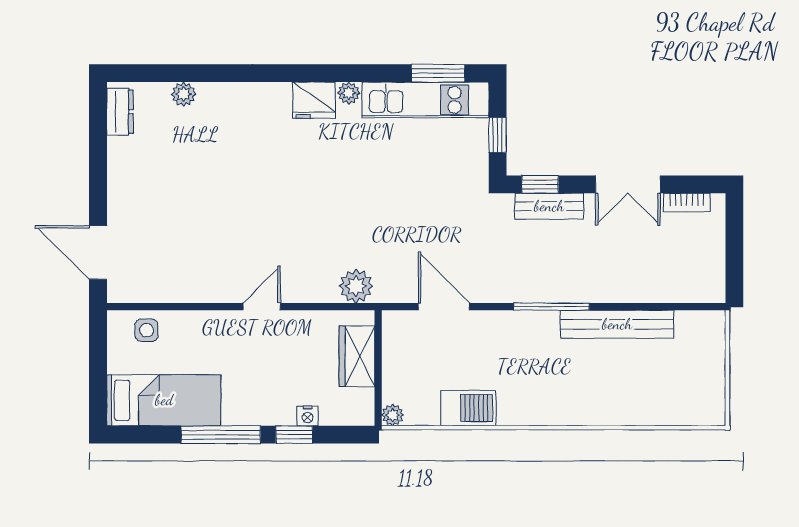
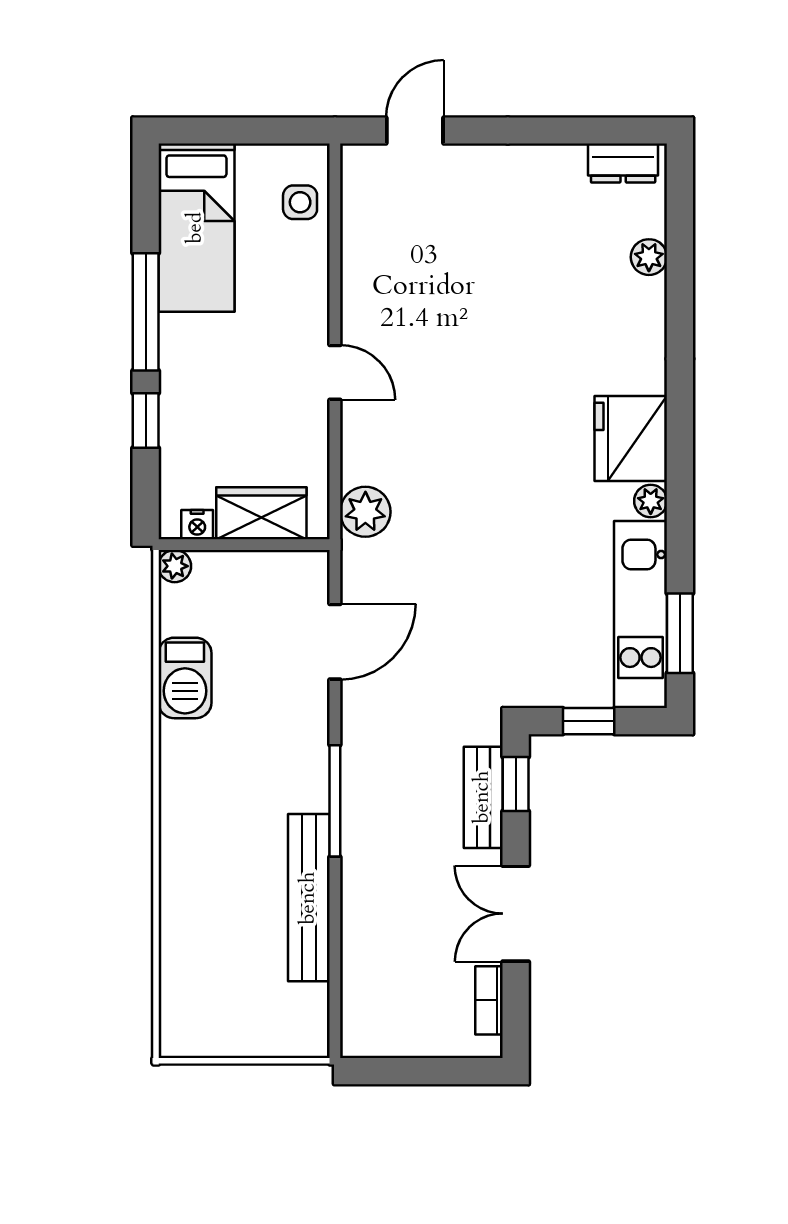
fridge: (314, 100) -> (631, 439), width x1.36, depth x1.34
door: (98, 253) -> (415, 131), width x0.73
nightstand: (308, 416) -> (197, 525), moved, turned -90

